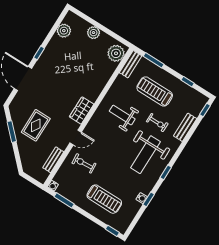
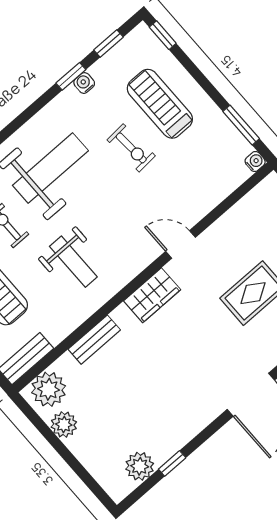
plant: (94, 33) -> (64, 424), moved
window: (39, 53) -> (172, 464), moved
bench: (53, 160) -> (94, 340), moved
exercise bike: (84, 163) -> (131, 148), moved
window: (166, 172) -> (108, 44), moved

